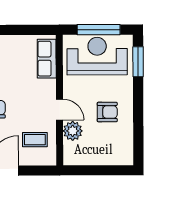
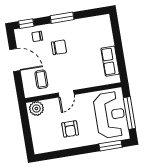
row of seats: (47, 59) -> (110, 61), moved, turned -90
plant: (73, 131) -> (36, 108), moved

